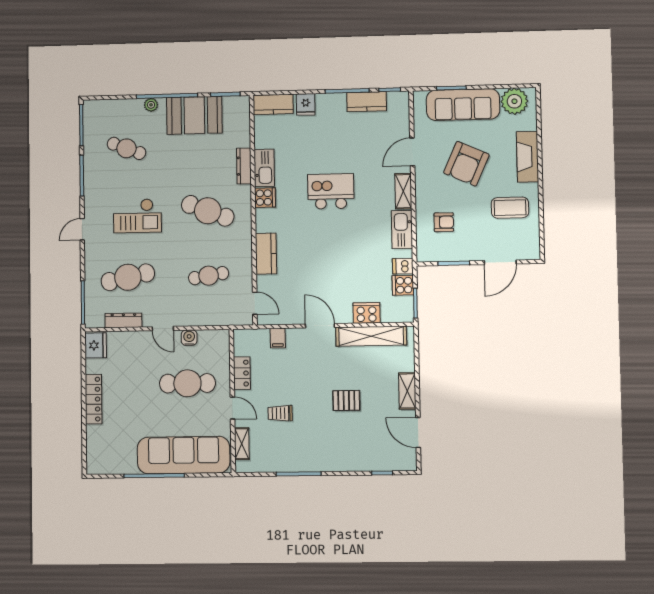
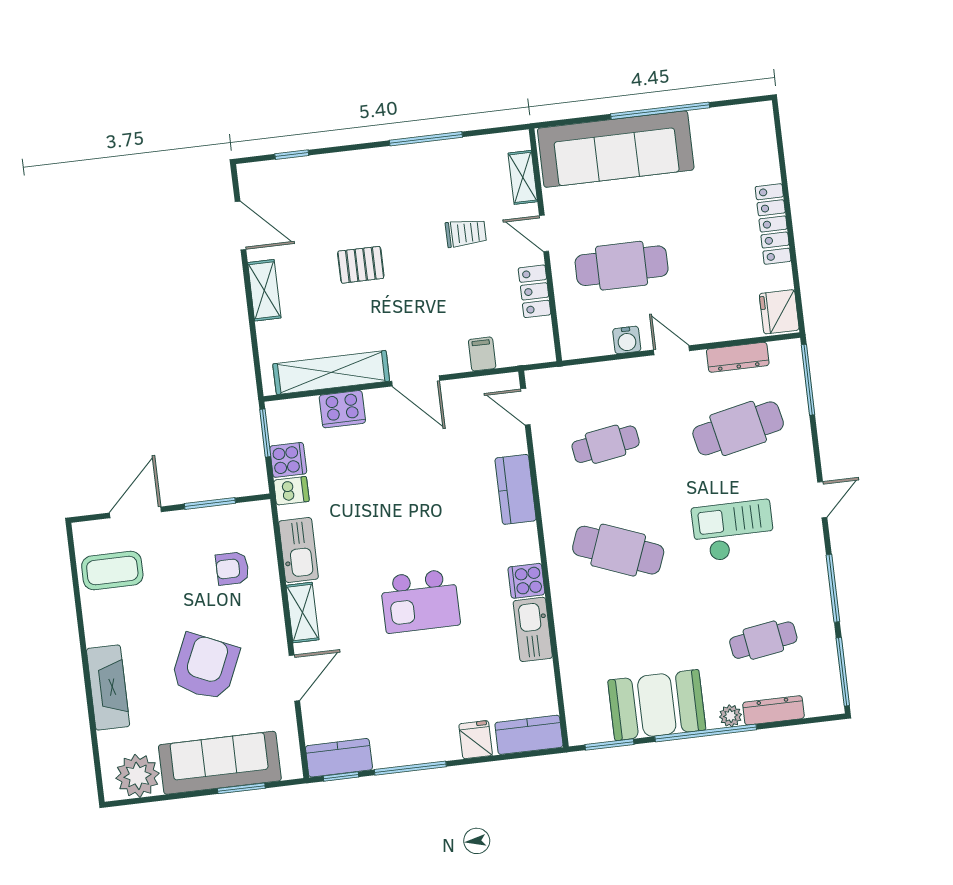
kitchen counter: (367, 102) -> (339, 758), moved
cafe table: (126, 148) -> (763, 640), turned -30
dresser: (244, 166) -> (773, 710), moved, turned -90
coffee table: (510, 208) -> (112, 571), moved

